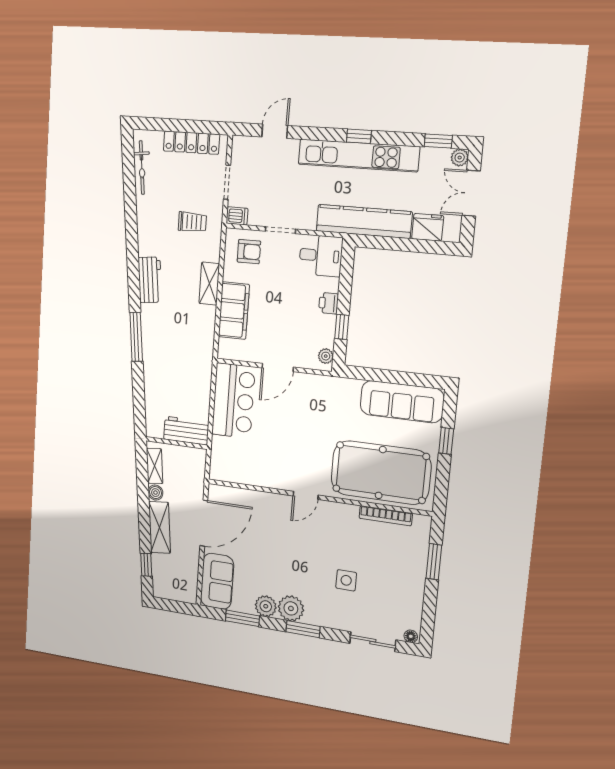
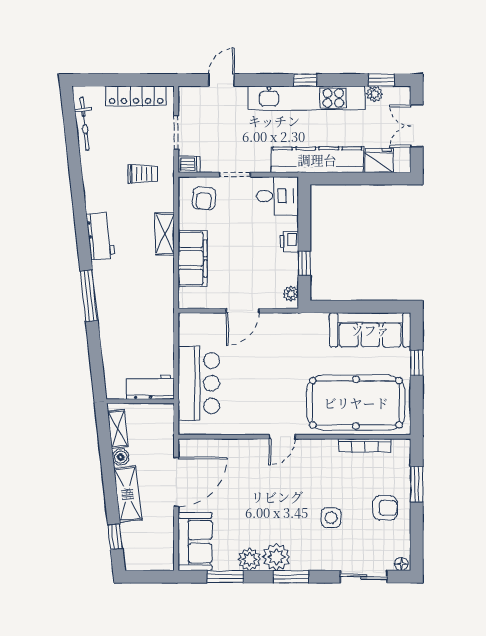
plant: (460, 158) -> (374, 94), moved
armchair: (249, 252) -> (204, 198), turned 95
bar counter: (233, 401) -> (199, 383), moved
armchair: (400, 580) -> (385, 508), added

